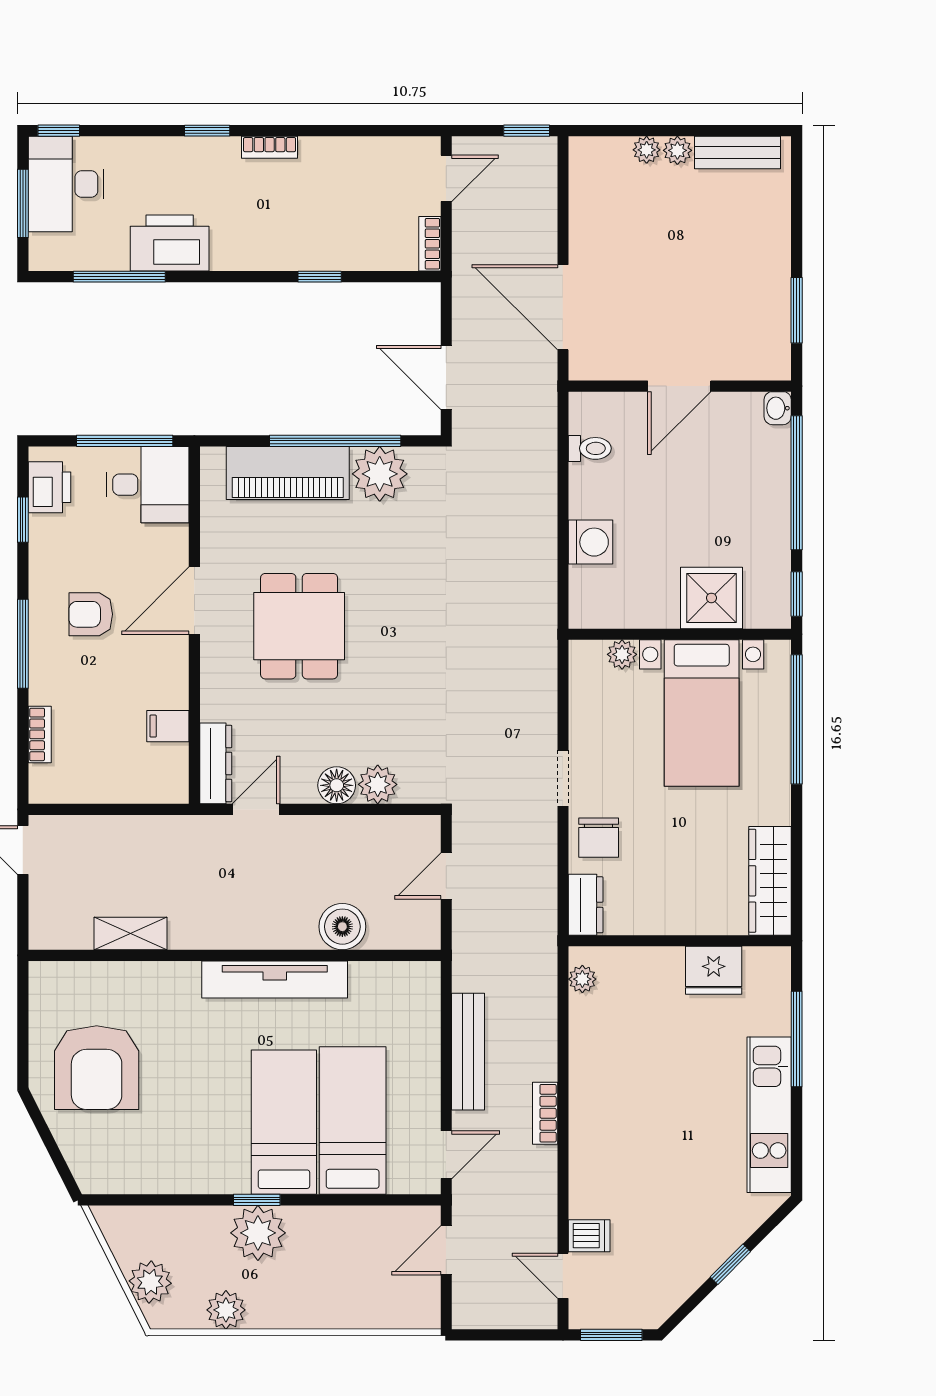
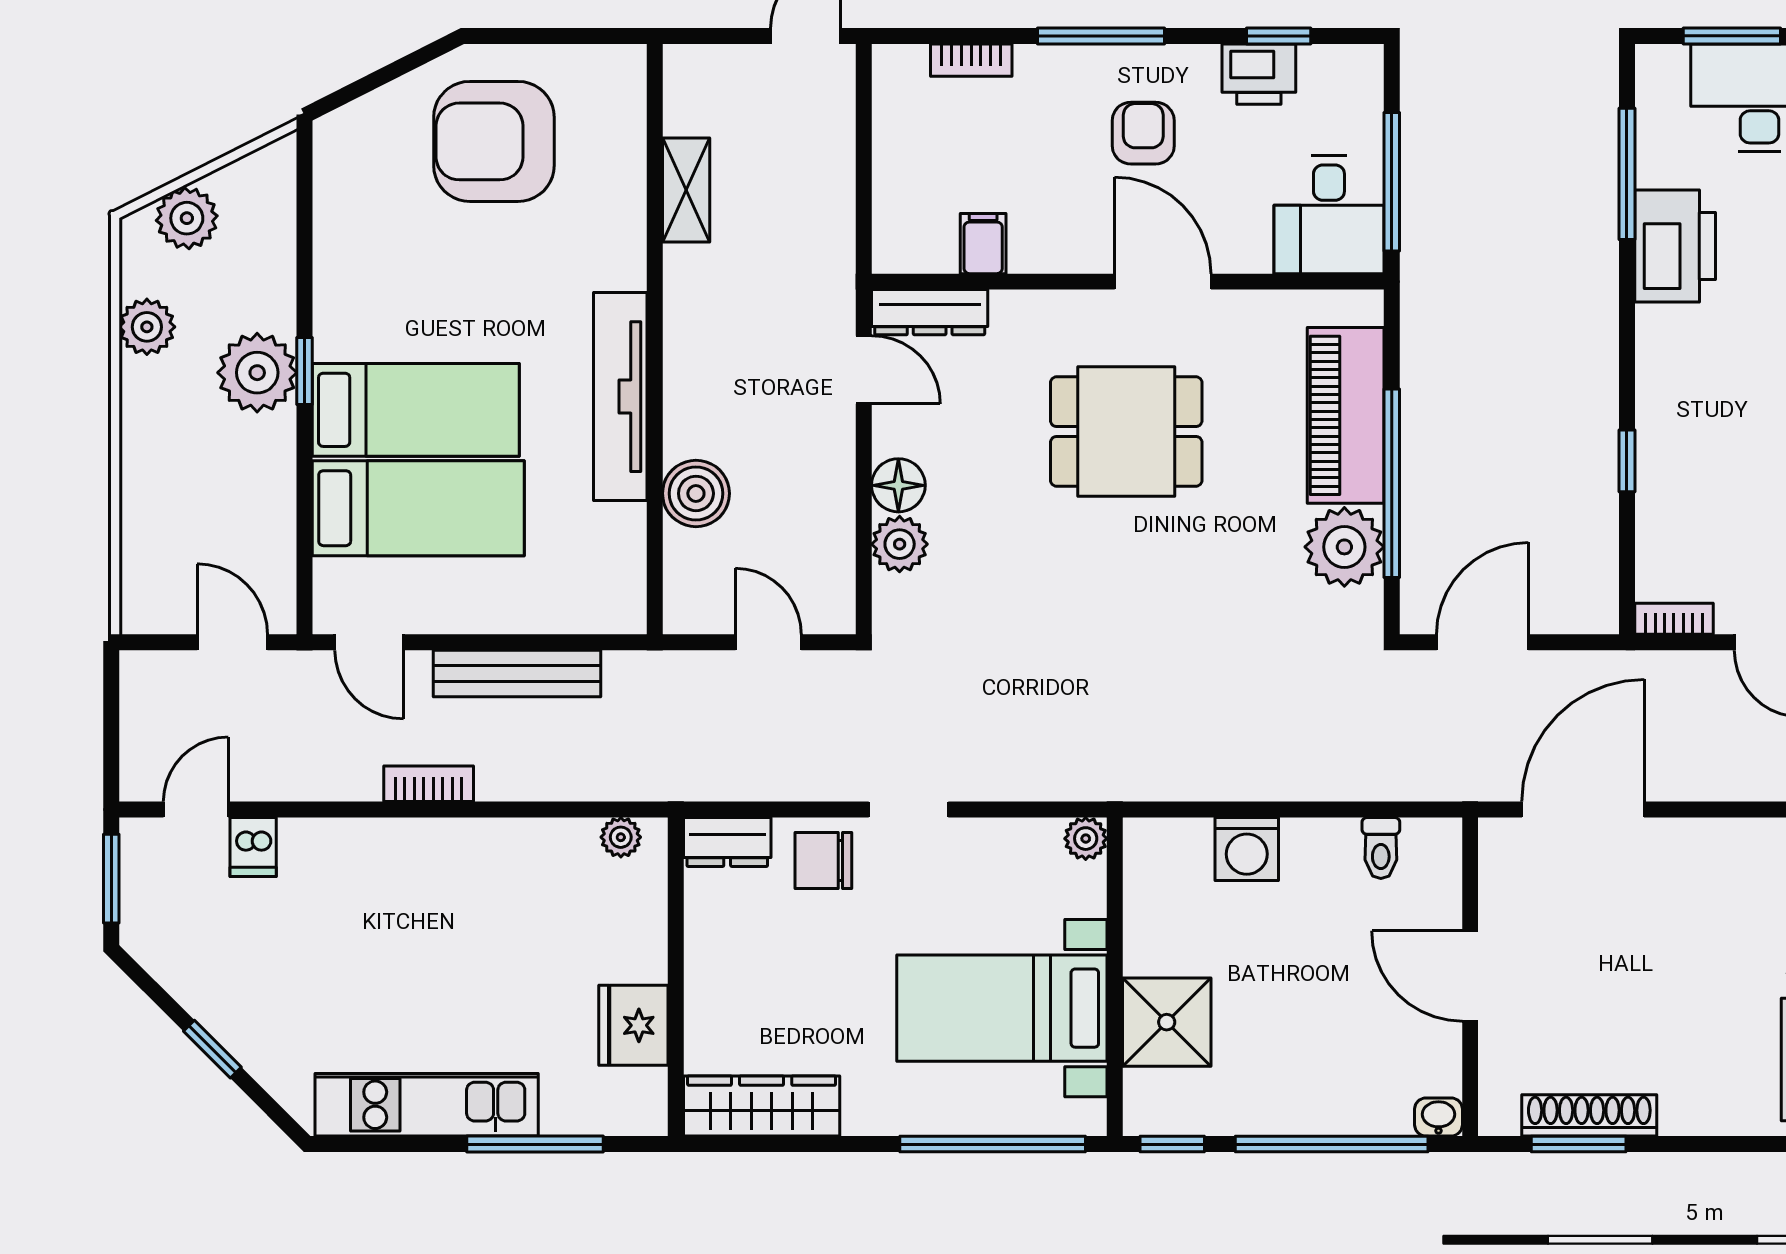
shoe rack: (777, 303) -> (1589, 1115), added
printer: (50, 487) -> (1259, 74), moved
plant: (622, 654) -> (1086, 839), moved

